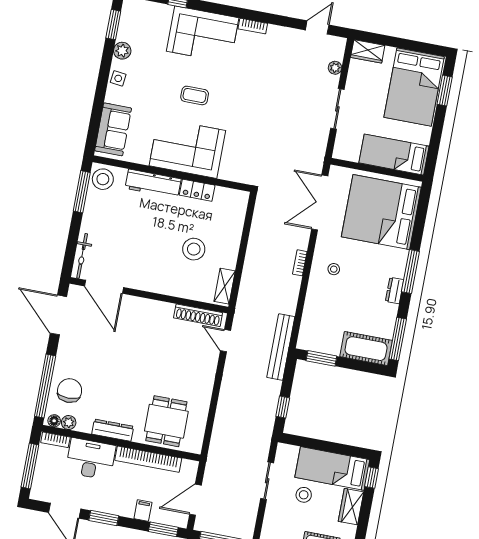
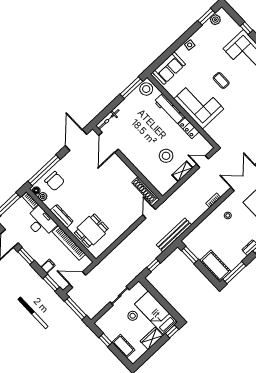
plant: (122, 51) -> (215, 20), moved
door: (248, 222) -> (203, 162), added
shelving: (225, 286) -> (182, 171), moved
chair: (70, 391) -> (55, 181), turned 90

